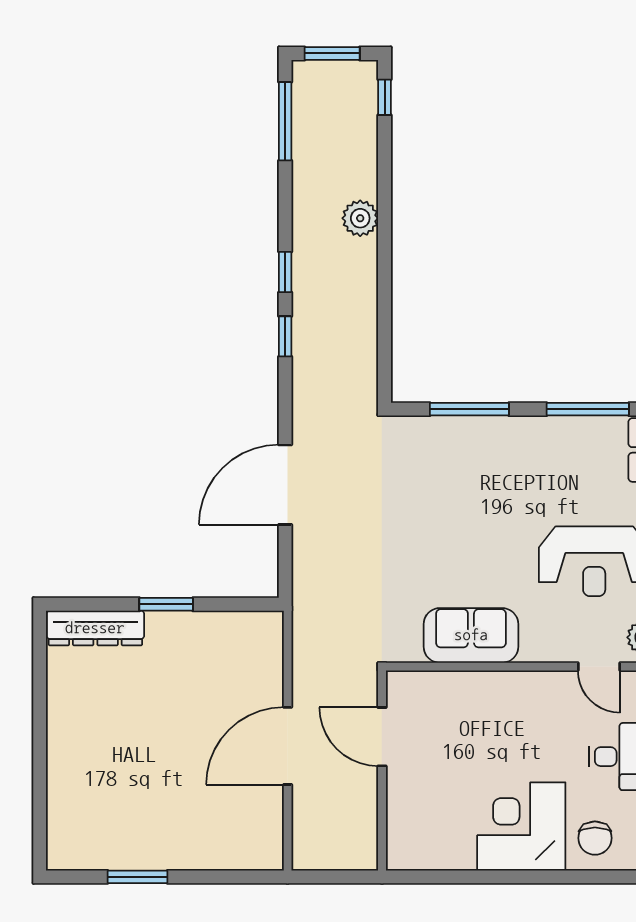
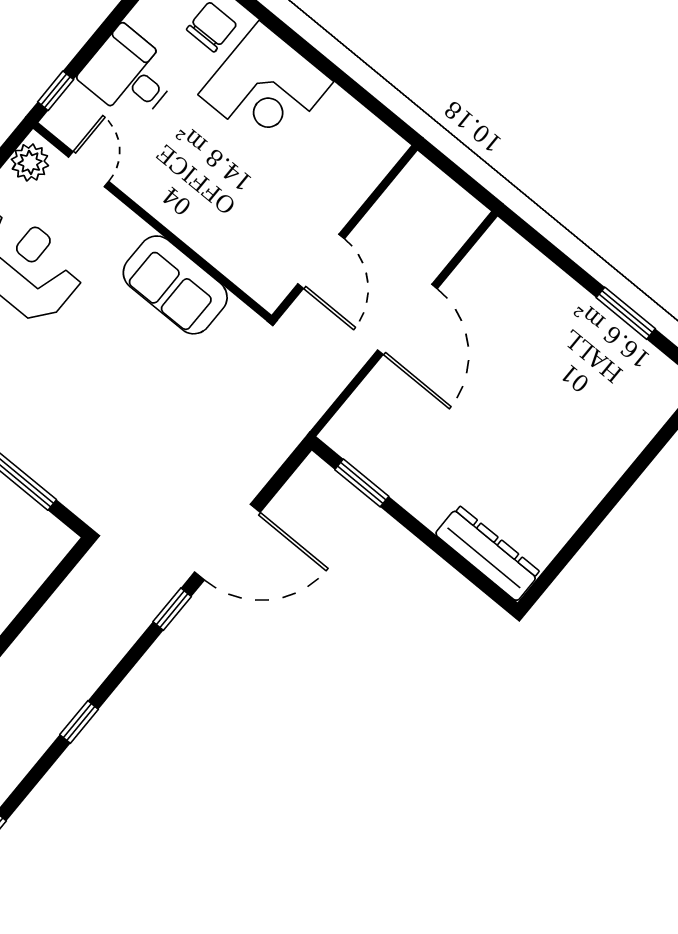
window: (285, 336) -> (172, 609), moved
window: (166, 604) -> (362, 483), moved
door: (288, 746) -> (407, 319), hinge flipped

